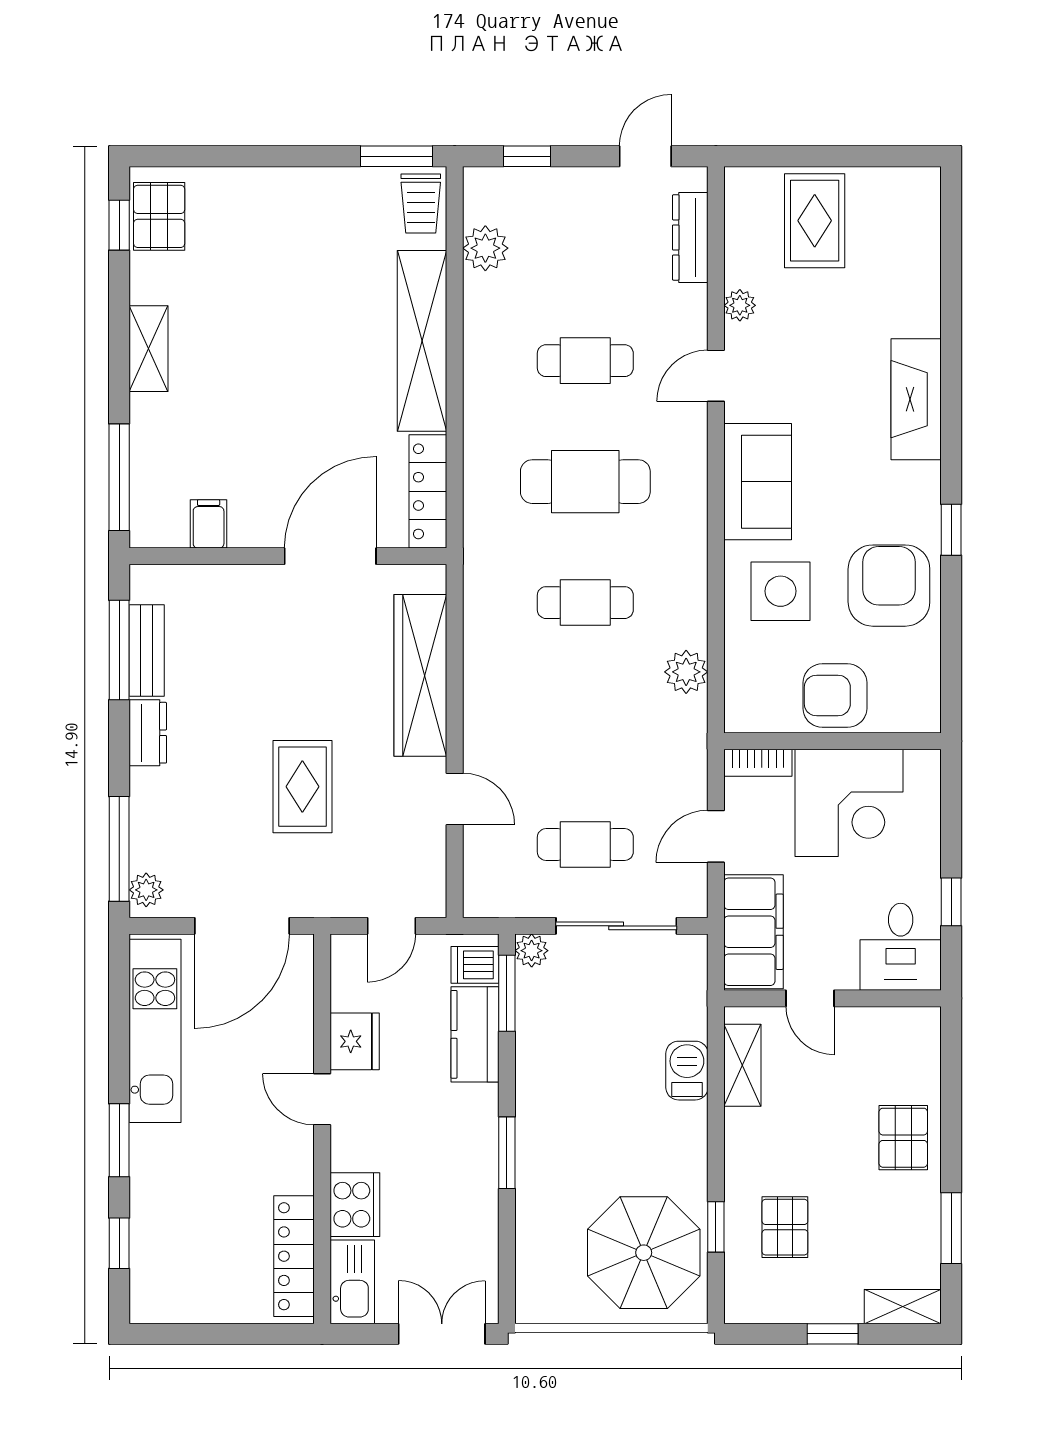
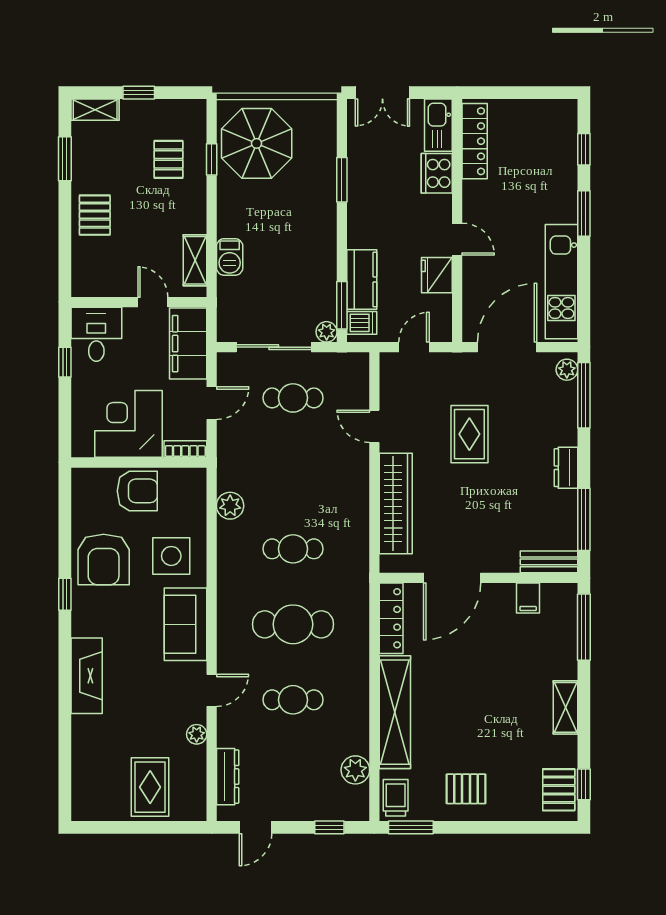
pallet: (308, 218) -> (466, 789), added
bench: (147, 650) -> (549, 562), moved, turned 90
window: (507, 1153) -> (342, 180), moved

